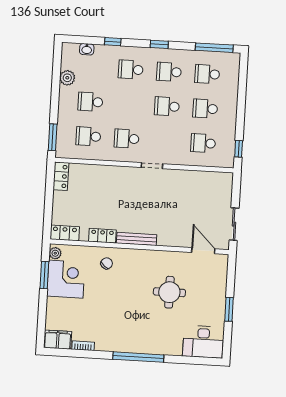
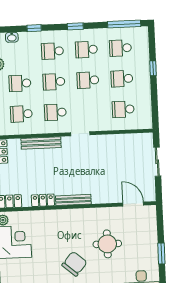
school desk: (129, 104) -> (54, 82), added
window: (239, 149) -> (153, 68), moved
bench: (107, 171) -> (41, 143), added
sliding door: (234, 224) -> (157, 162), moved
chair: (107, 263) -> (74, 264), moved, width x1.87, depth x1.87

